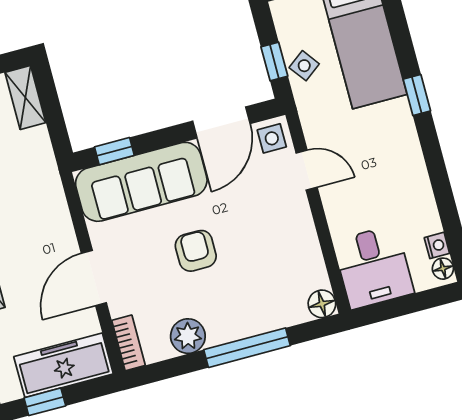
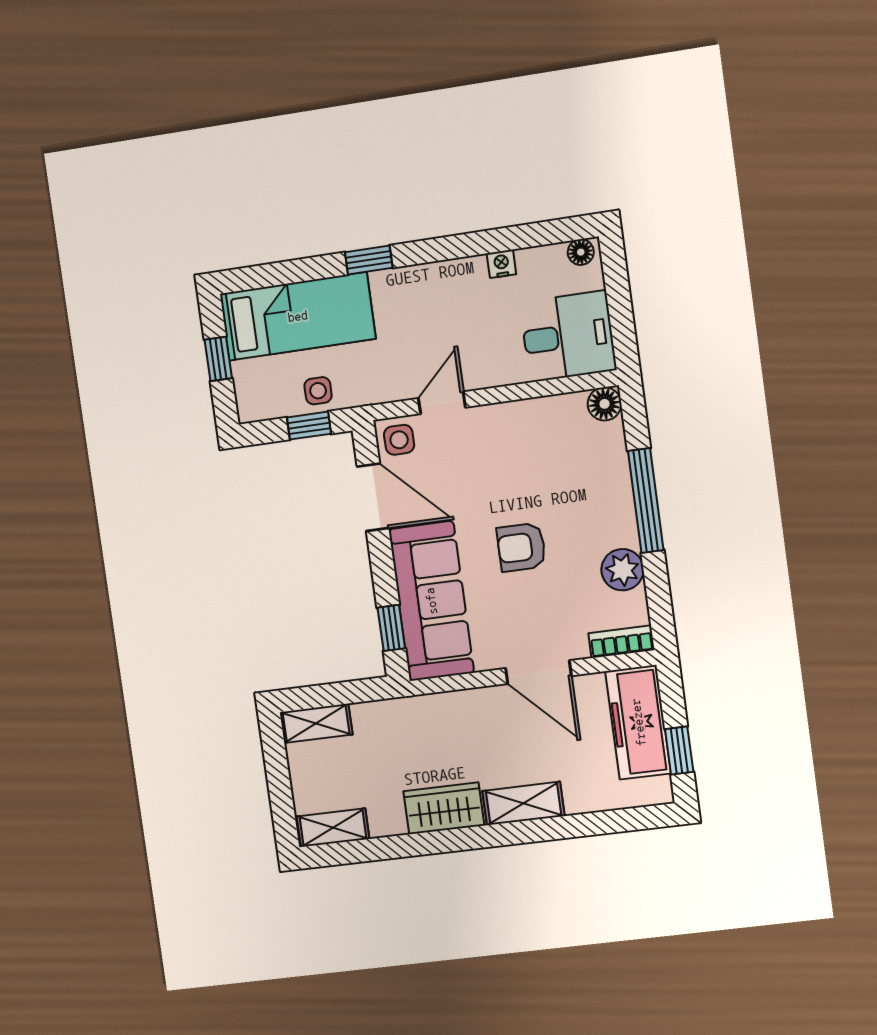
side table: (304, 66) -> (318, 391), turned 37
nightstand: (437, 245) -> (501, 264), moved

